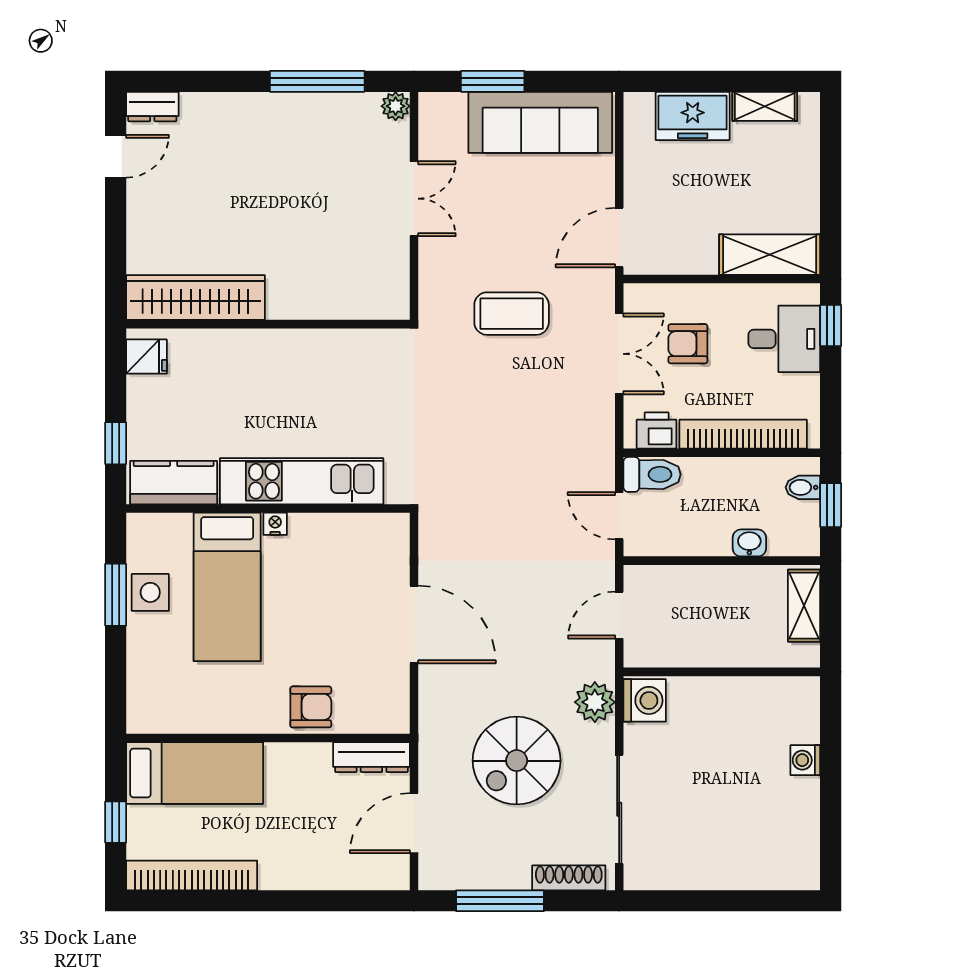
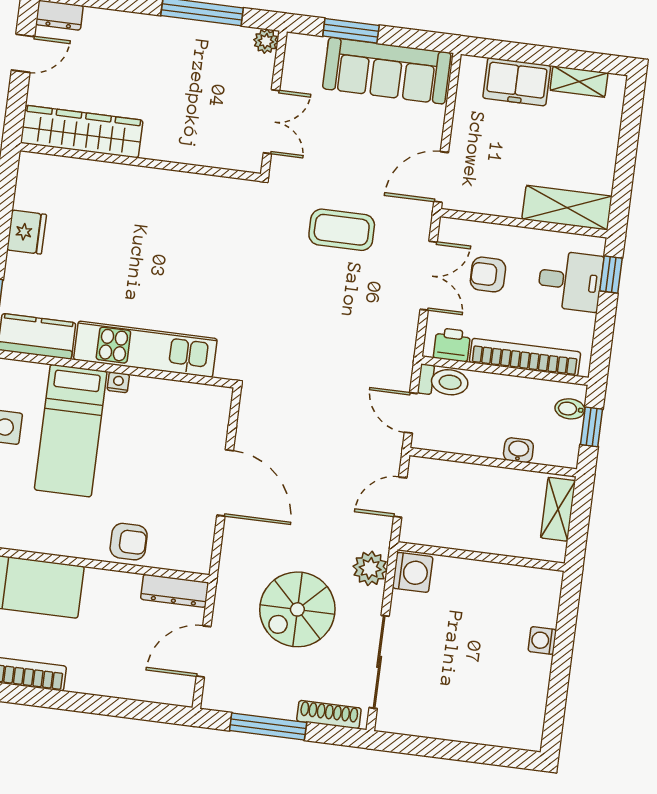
wardrobe: (195, 298) -> (82, 132), moved
wall: (268, 324) -> (140, 162), moved
fridge: (146, 357) -> (27, 232), width x1.38

